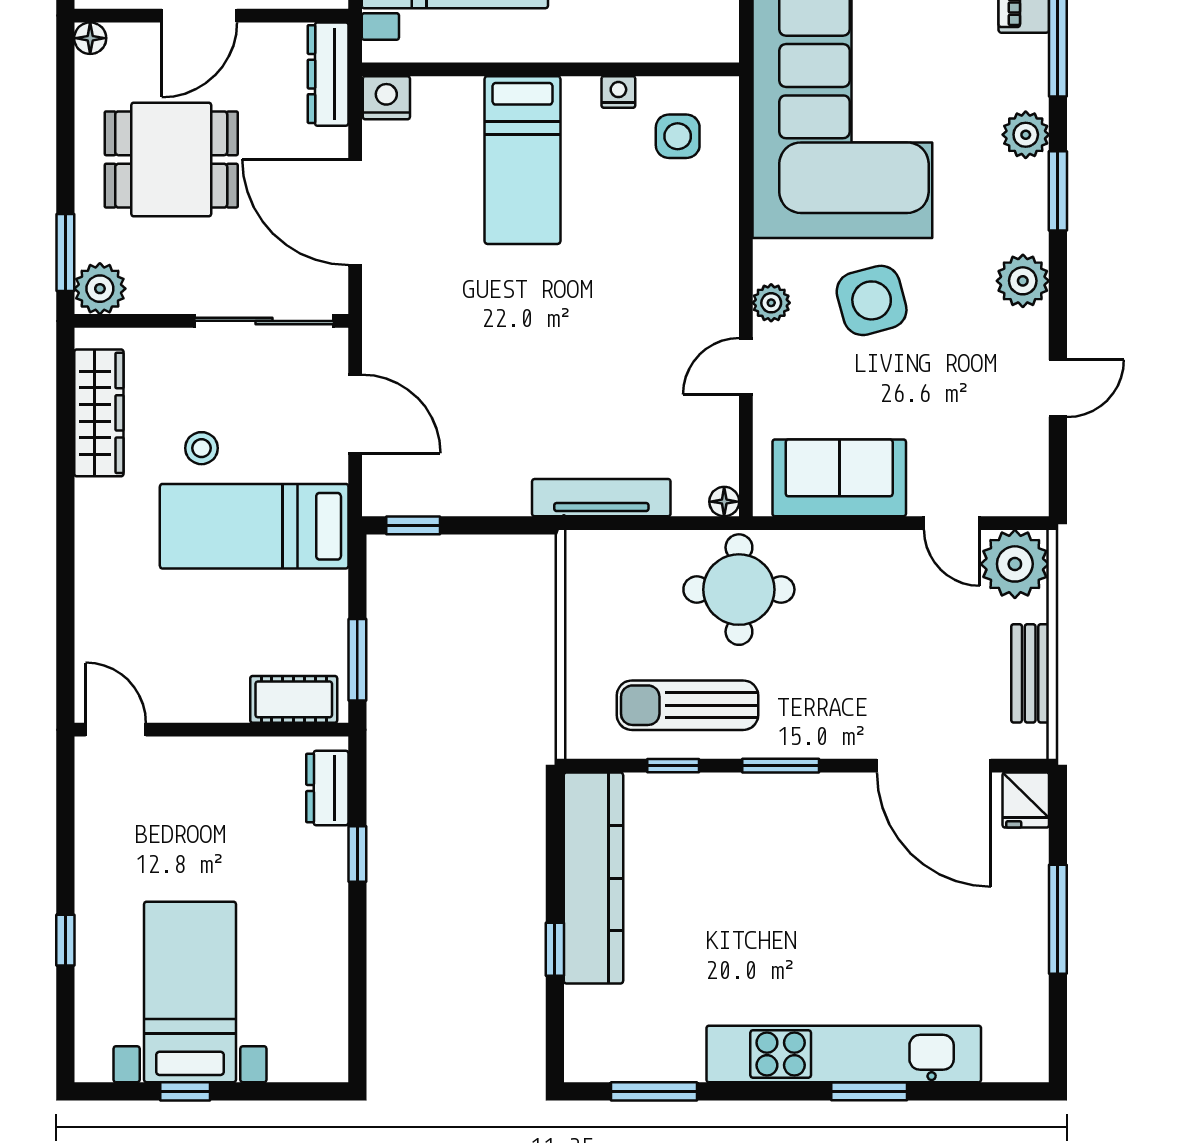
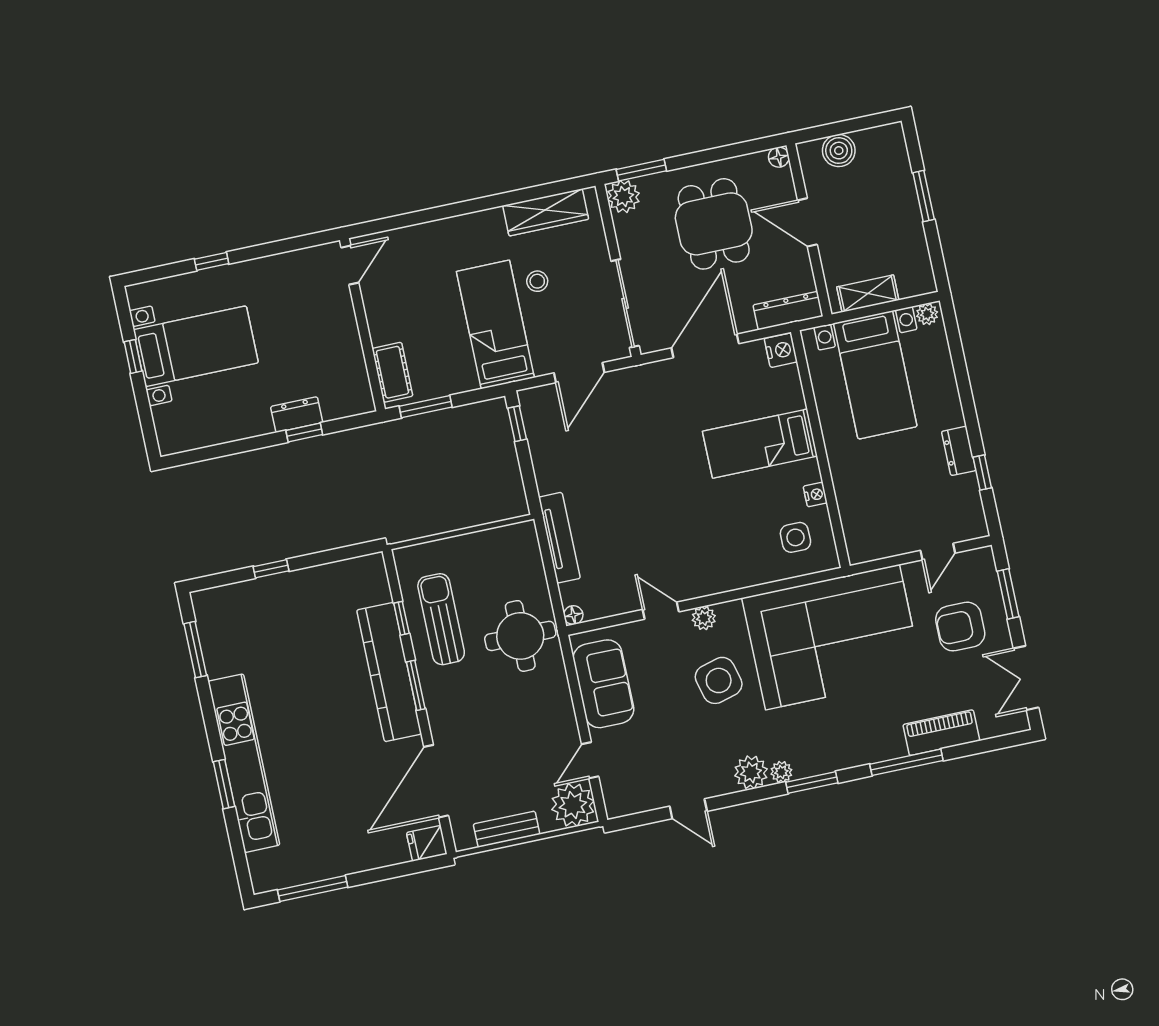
plant: (1026, 135) -> (781, 772), moved, width x0.73, depth x0.73
dresser: (327, 788) -> (297, 415), moved
kitchen counter: (593, 878) -> (389, 672), moved, turned 90
window: (1058, 919) -> (313, 889), moved

